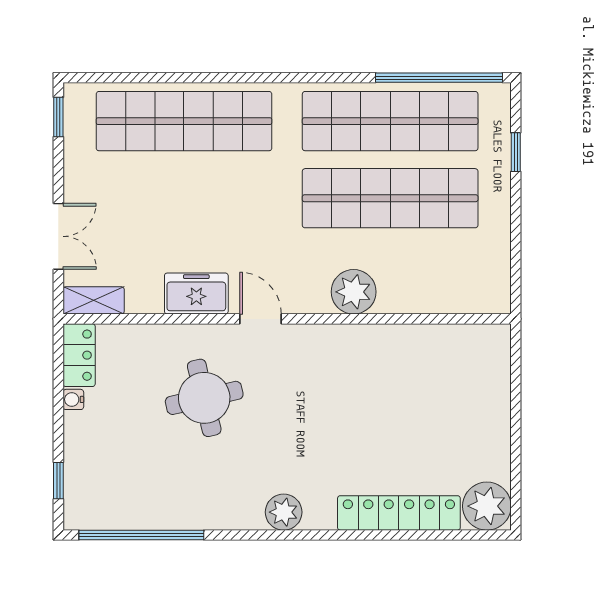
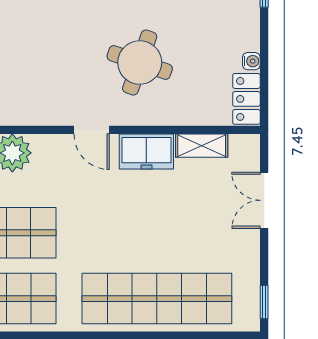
shelving: (94, 300) -> (202, 146), moved
round table: (204, 398) -> (140, 62), turned 32

